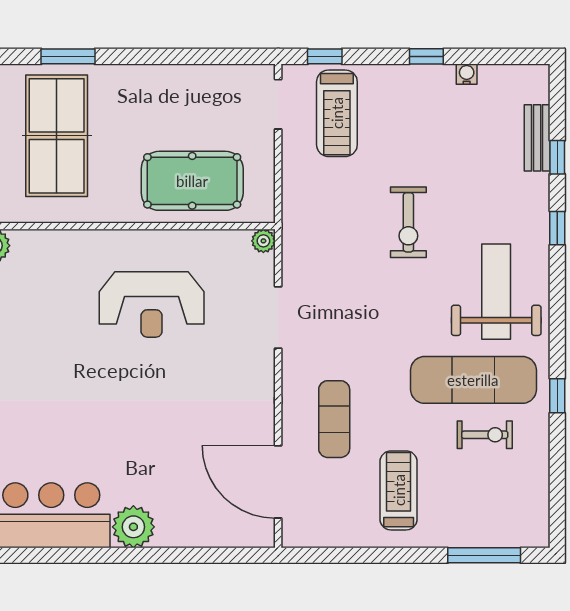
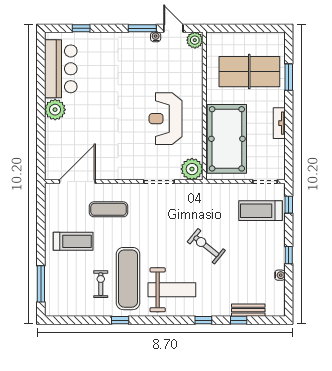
tv unit: (161, 76) -> (279, 123), added
pool table: (192, 181) -> (227, 139), width x1.36, depth x1.32
exercise bike: (408, 222) -> (206, 246), turned 39
plant: (263, 241) -> (192, 169), width x1.88, depth x1.88
exercise bike: (485, 435) -> (101, 284), turned 180

